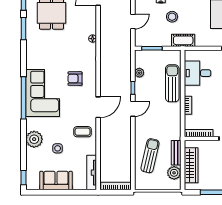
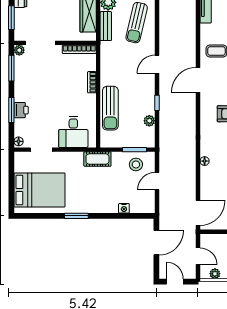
stool: (172, 17) -> (136, 164), moved
desk: (197, 73) -> (73, 132), moved, turned 90
door: (133, 109) -> (157, 64), moved

